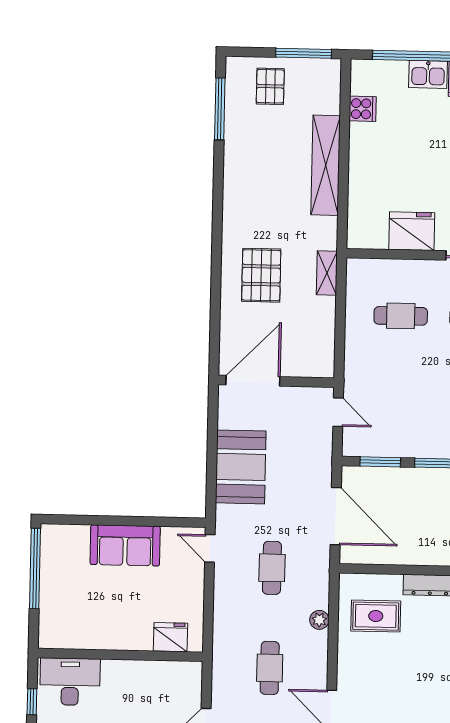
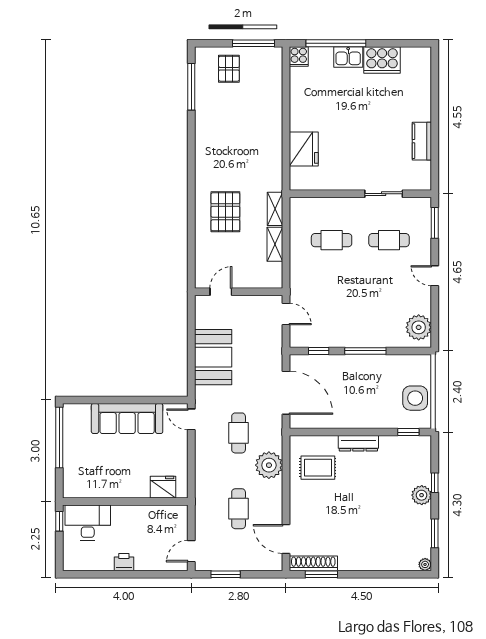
cooker: (363, 109) -> (299, 57), moved, turned 90
shelving: (326, 165) -> (275, 244), moved, width x0.45, depth x0.75
fridge: (412, 231) -> (304, 149), moved, turned 90
door: (253, 381) -> (221, 292), width x0.53
window: (380, 462) -> (319, 351), width x0.67
sofa: (125, 545) -> (127, 418), width x1.36
plant: (319, 620) -> (269, 465), width x1.87, depth x1.87
window: (32, 702) -> (59, 521), moved

